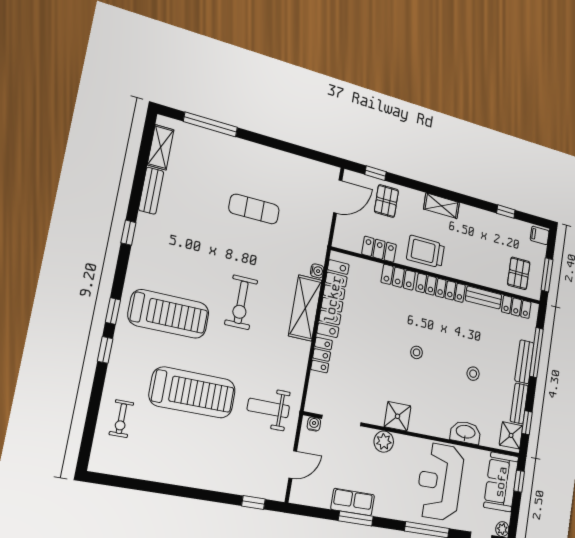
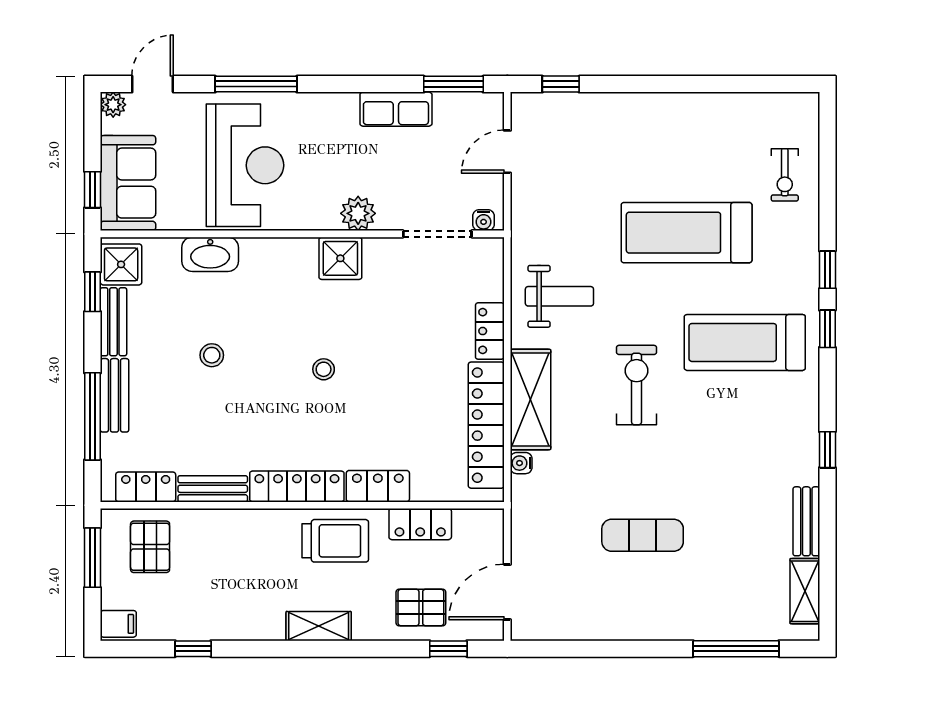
pallet: (386, 201) -> (421, 607), turned 90
weight bench: (268, 408) -> (559, 296), moved
exercise bike: (121, 419) -> (785, 175), turned 180
window: (356, 519) -> (453, 84), moved

